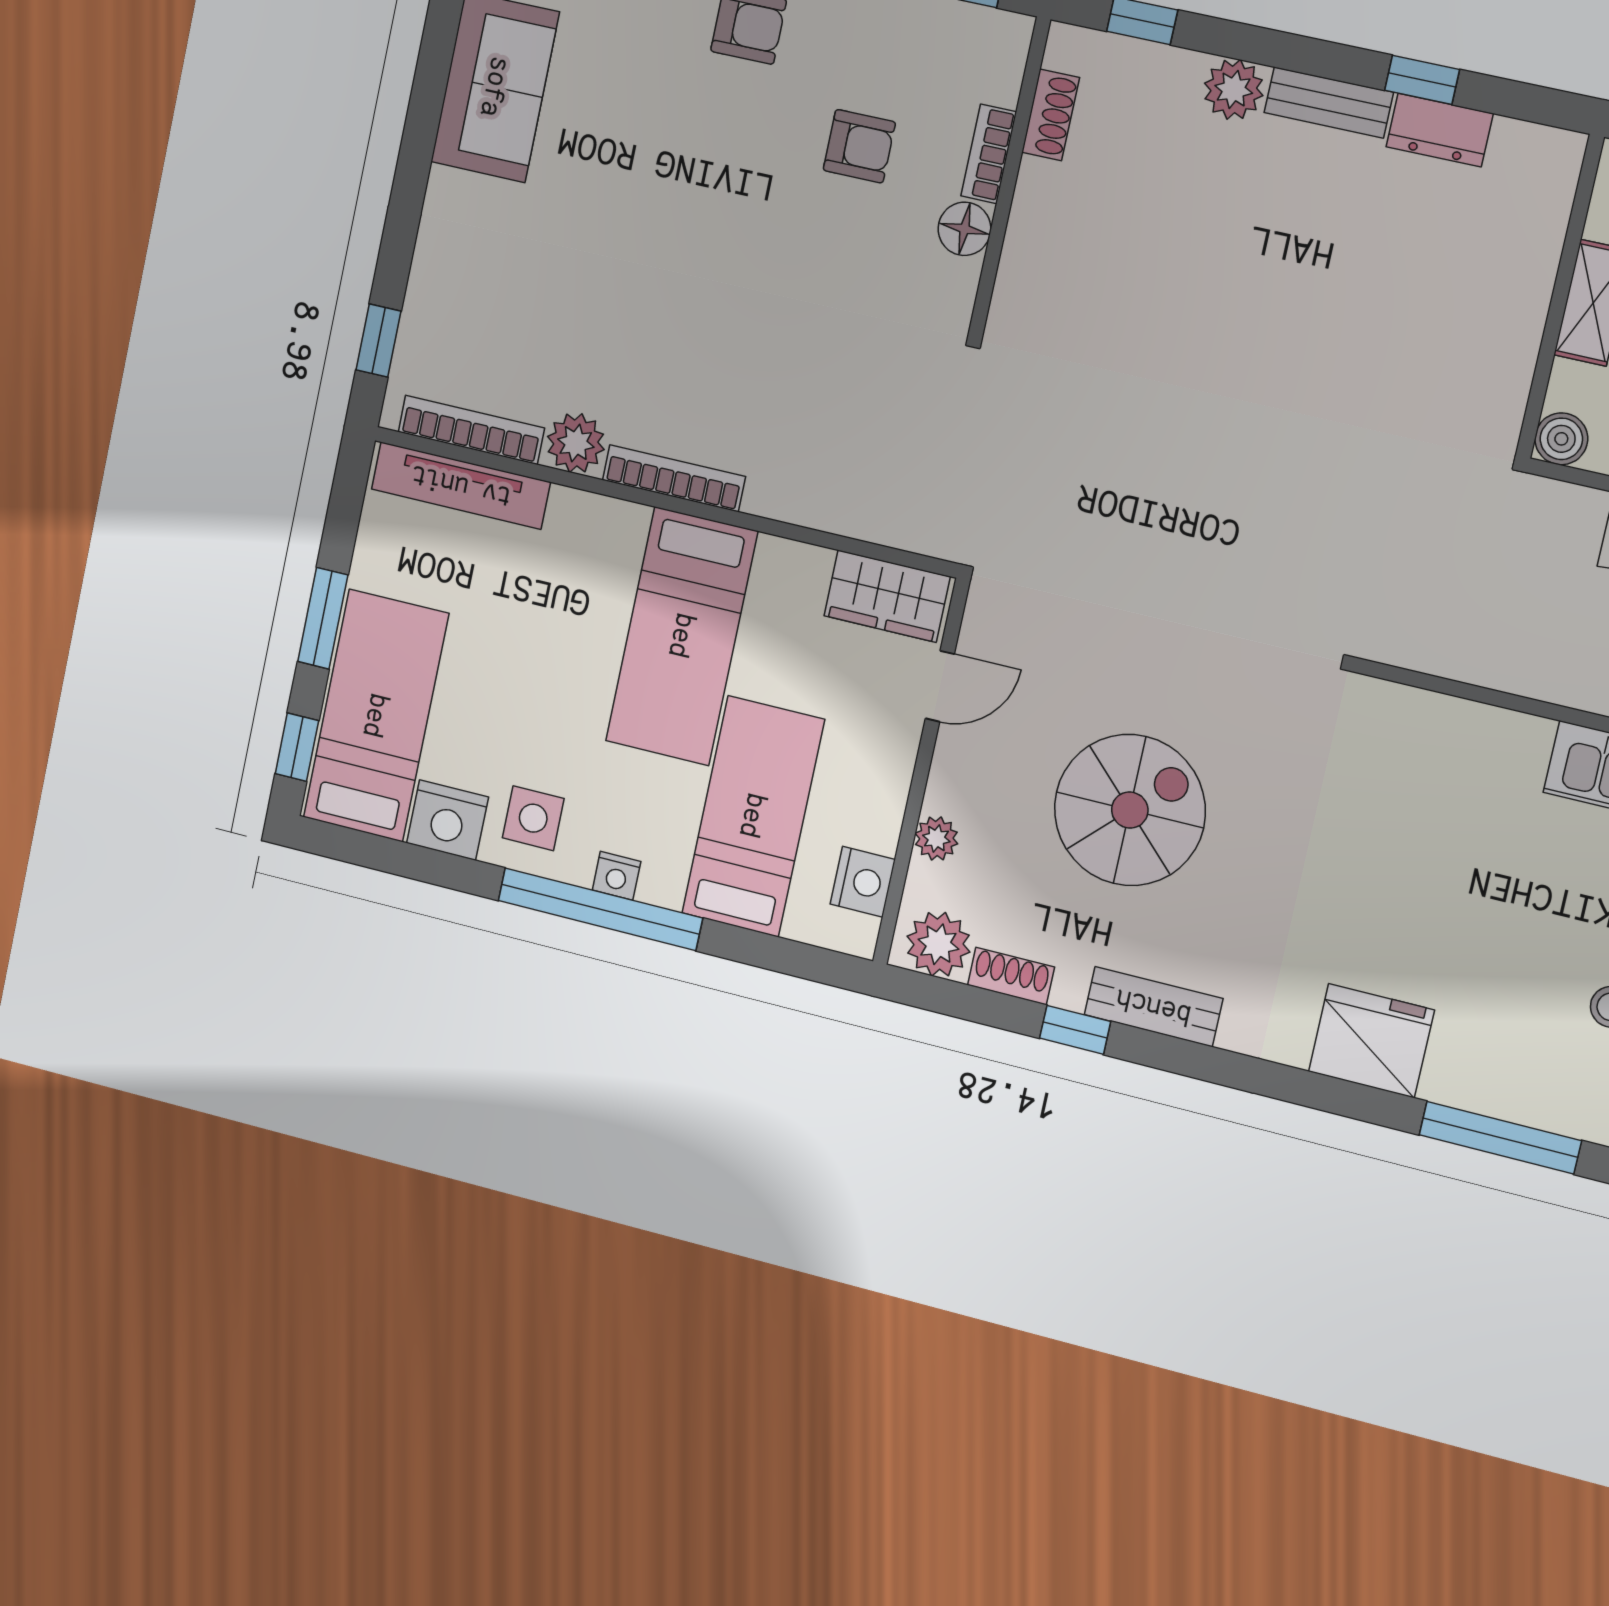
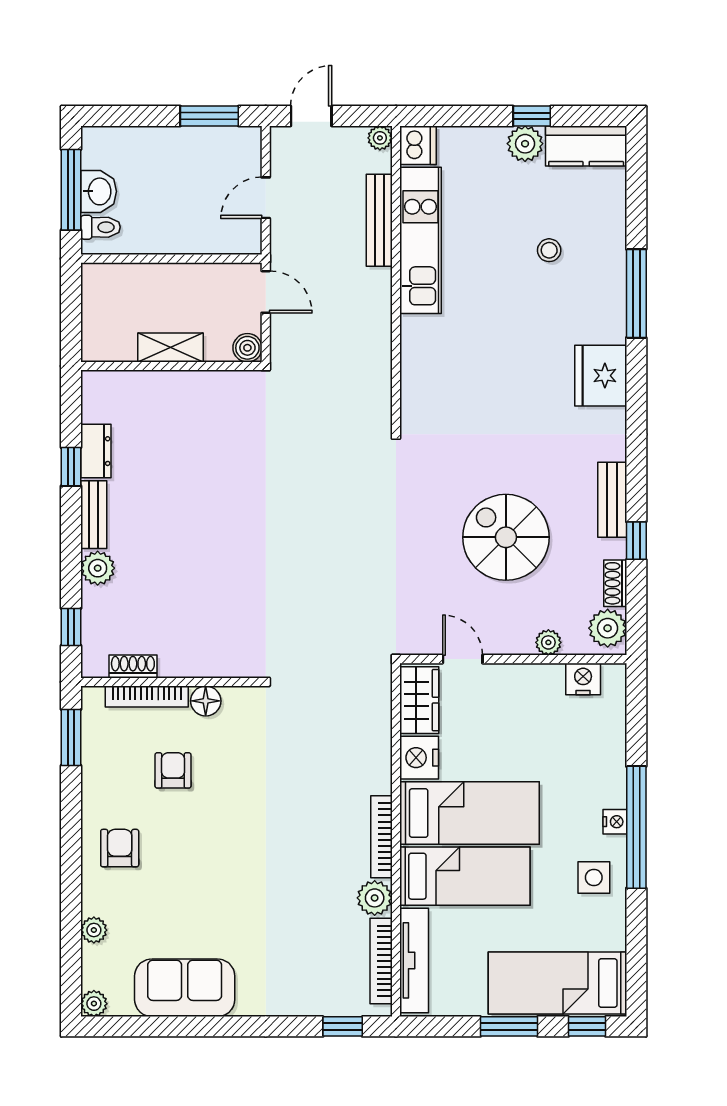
bookcase: (989, 154) -> (147, 696), width x1.56
bed: (753, 816) -> (465, 876), moved, turned 180
nightstand: (448, 820) -> (419, 758), moved, turned 180

